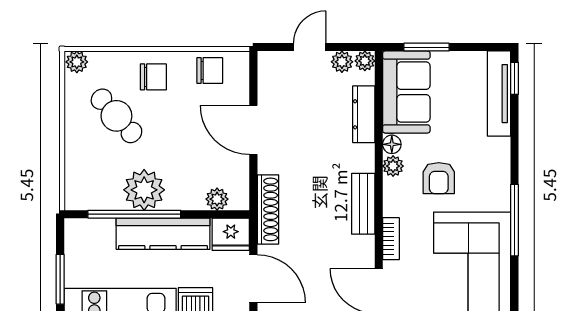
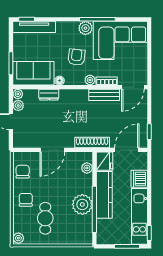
dresser: (364, 114) -> (49, 95), width x0.70
cafe table: (116, 116) -> (45, 218), turned -48
plant: (393, 166) -> (90, 80), moved
armchair: (439, 178) -> (76, 57), turned -84
plant: (497, 196) -> (85, 28), added
bench: (363, 204) -> (104, 95), moved

